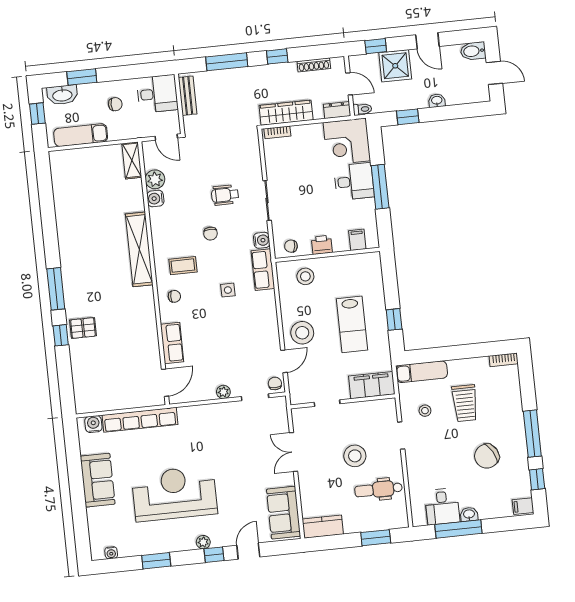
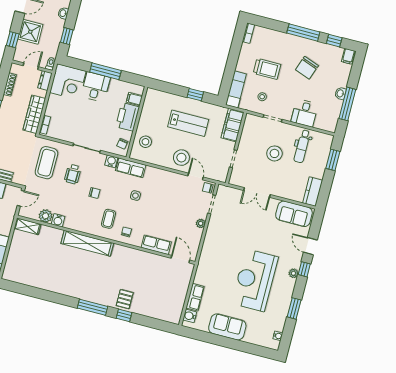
coffee table: (227, 154) -> (46, 163), added
printer: (322, 245) -> (128, 117), width x1.87, depth x1.48
row of seats: (140, 420) -> (195, 297), width x0.50
chair: (487, 456) -> (307, 68), turned 50
desk: (442, 506) -> (304, 113), moved, turned 90

